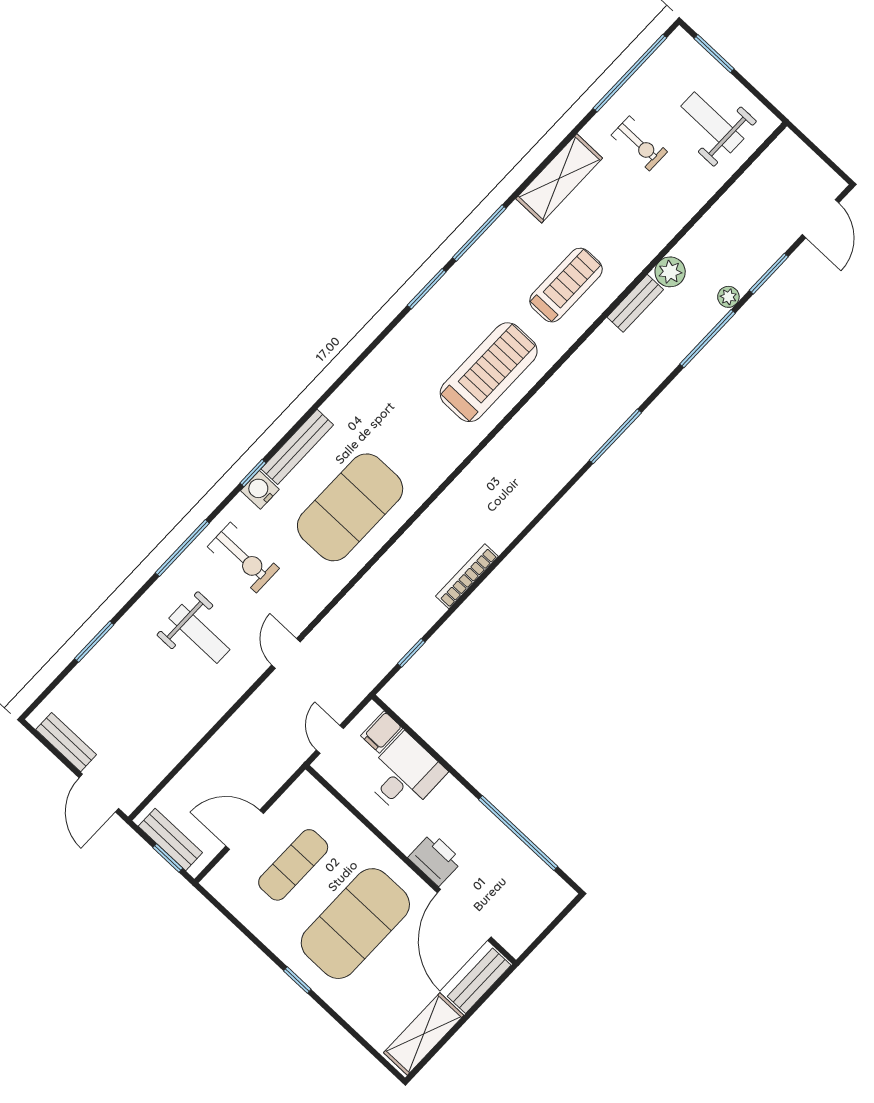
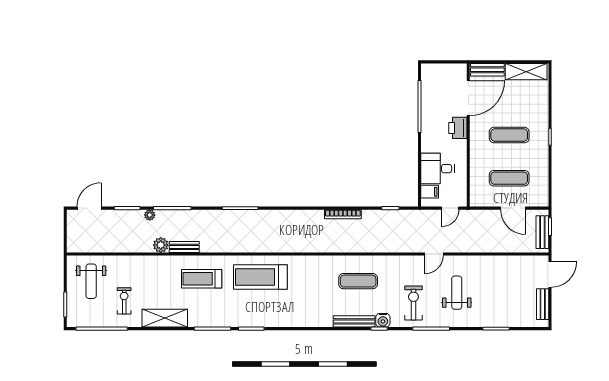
exercise mat: (350, 507) -> (358, 281), width x0.50, depth x0.69
exercise mat: (355, 924) -> (509, 135), width x0.50, depth x0.69

